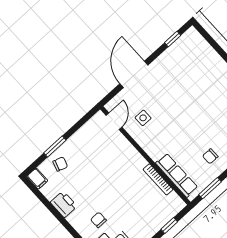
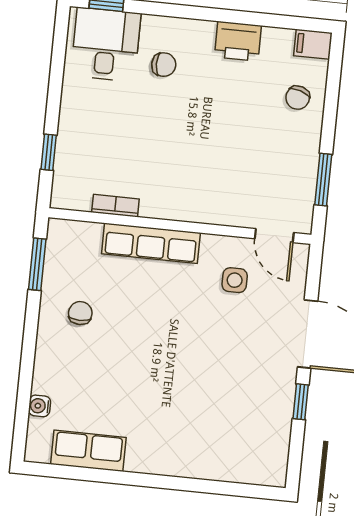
window: (173, 39) -> (301, 402), moved
window: (55, 147) -> (323, 180), moved
row of seats: (177, 175) -> (151, 243), moved
bookcase: (158, 179) -> (115, 206), width x0.64

